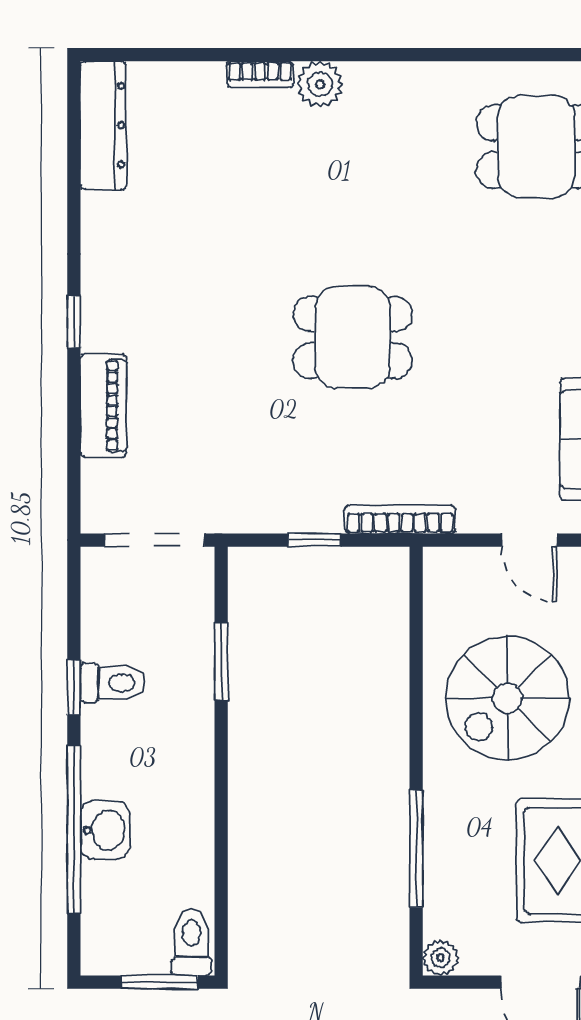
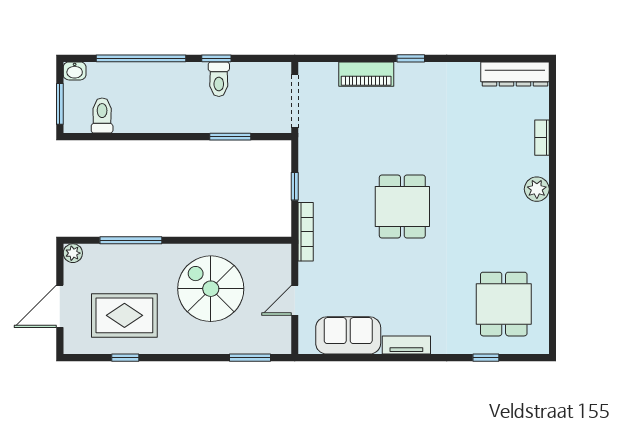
bookcase: (260, 74) -> (542, 138), moved
washbasin: (105, 830) -> (75, 71), moved, width x0.72, depth x0.69
toilet: (191, 942) -> (102, 116), moved, turned -90

